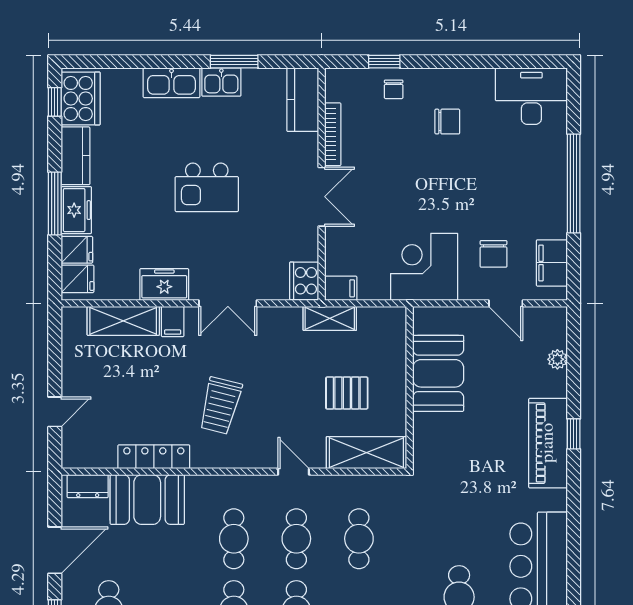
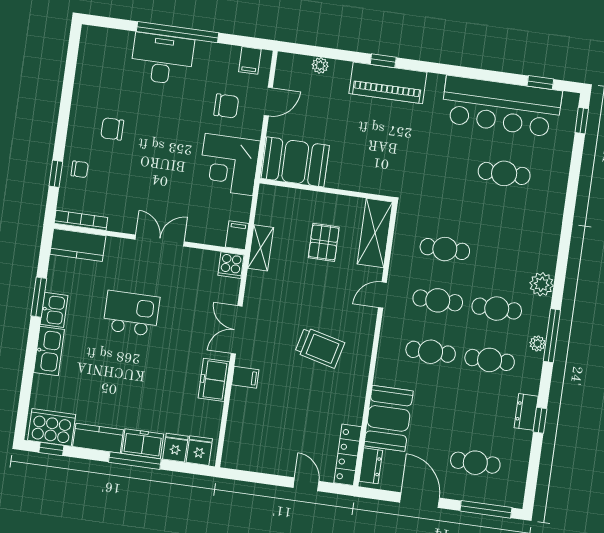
desk: (531, 96) -> (162, 59), moved, turned 90
chair: (447, 122) -> (112, 129), turned -90
bookcase: (333, 134) -> (81, 220), moved
kitchen island: (207, 187) -> (131, 313), moved, turned -90
filing cabinet: (552, 263) -> (250, 60), width x0.50
cooker: (304, 281) -> (231, 265), width x0.73
double door: (228, 303) -> (237, 330), swing flipped
shelving: (123, 321) -> (239, 418), removed
booth: (438, 373) -> (295, 162), moved
locker: (154, 457) -> (348, 455), moved

